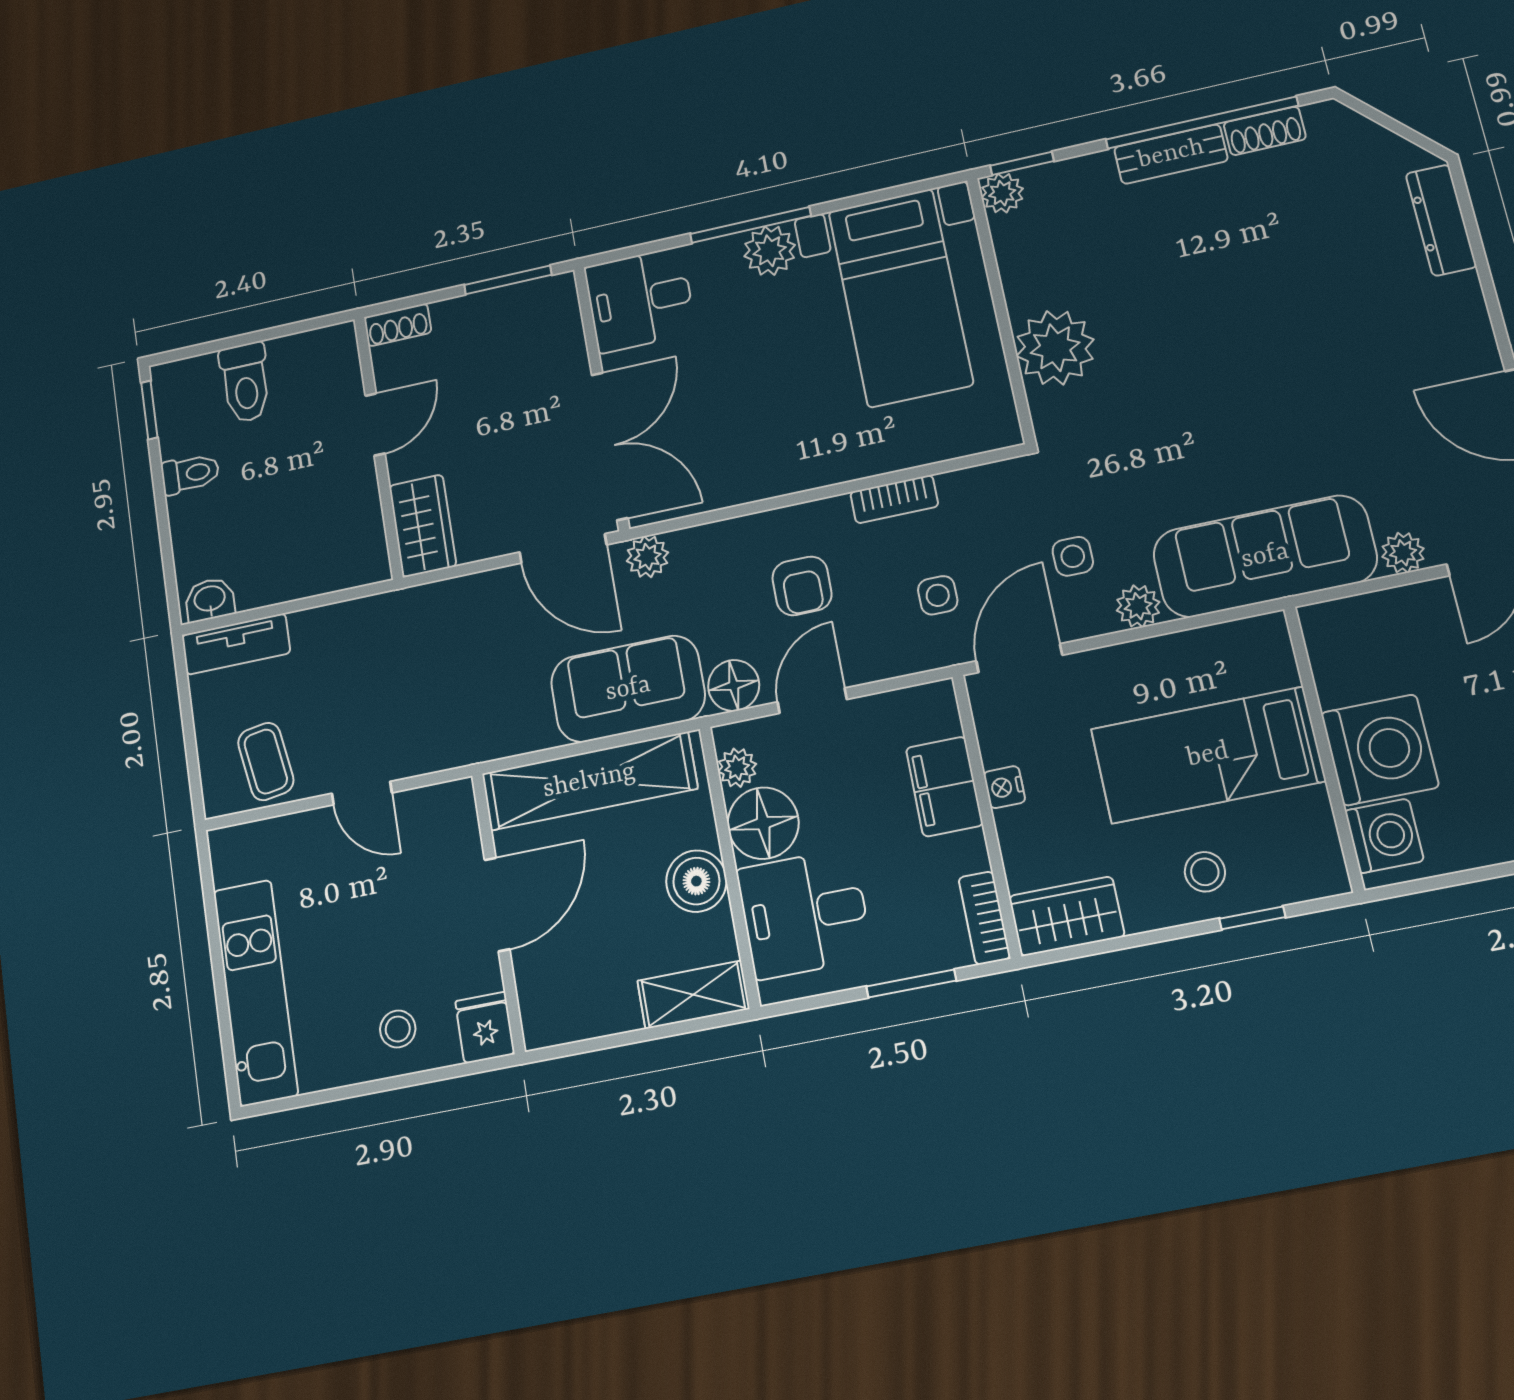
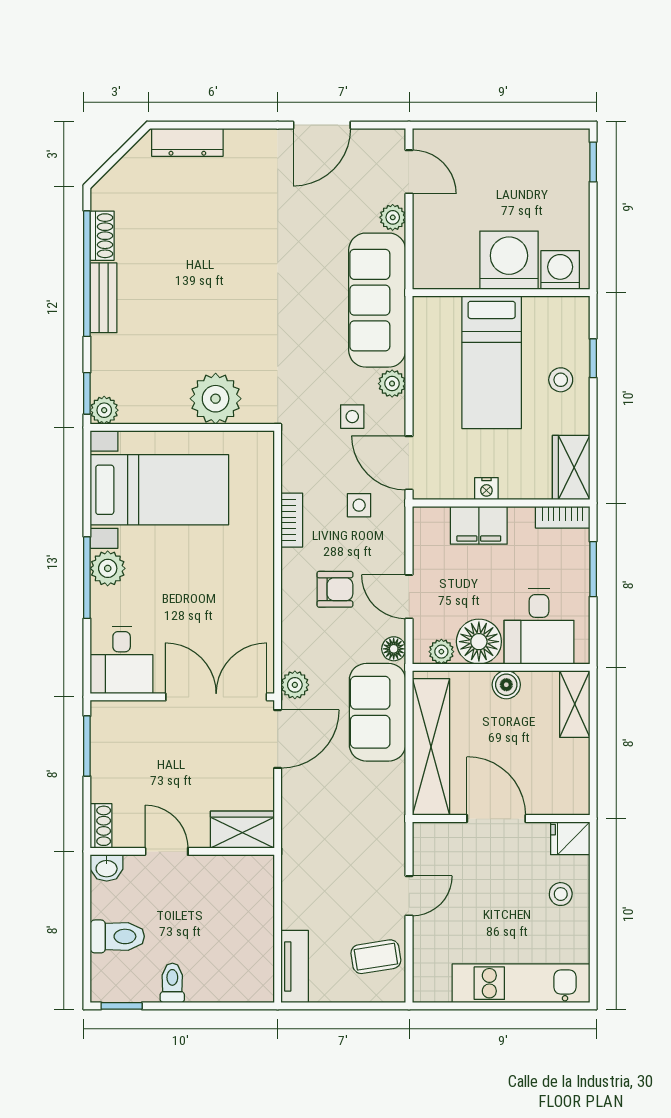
washbasin: (210, 600) -> (107, 868), moved, turned -90
floor lamp: (734, 685) -> (394, 649), width x0.73, depth x0.73
boiler: (696, 881) -> (506, 685), width x0.73, depth x0.73

